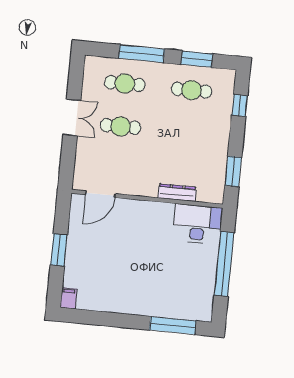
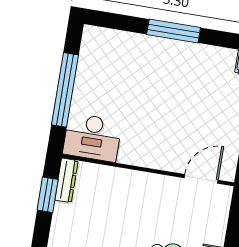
dresser: (177, 193) -> (66, 180), moved, turned -90
window: (173, 325) -> (174, 31), moved

